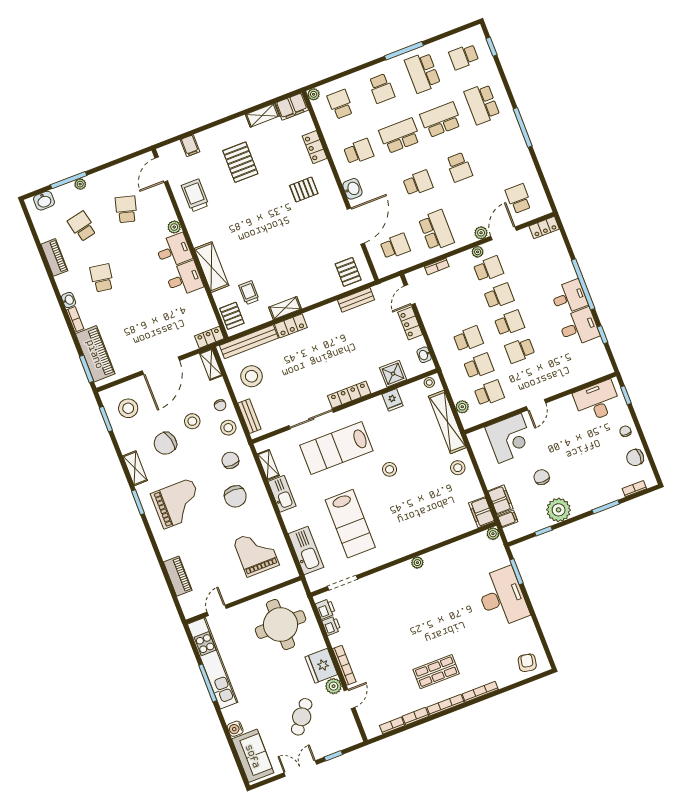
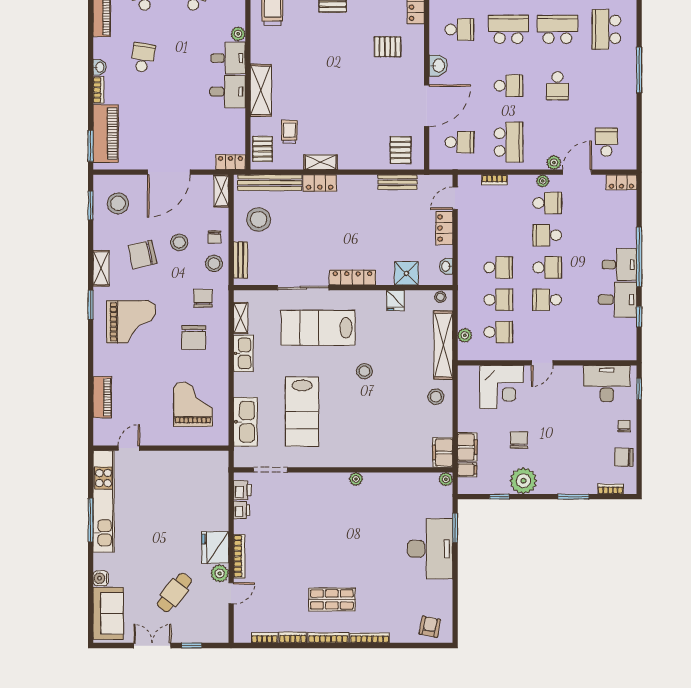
school desk: (499, 296) -> (547, 235), turned 180
round table: (281, 625) -> (189, 488), removed

